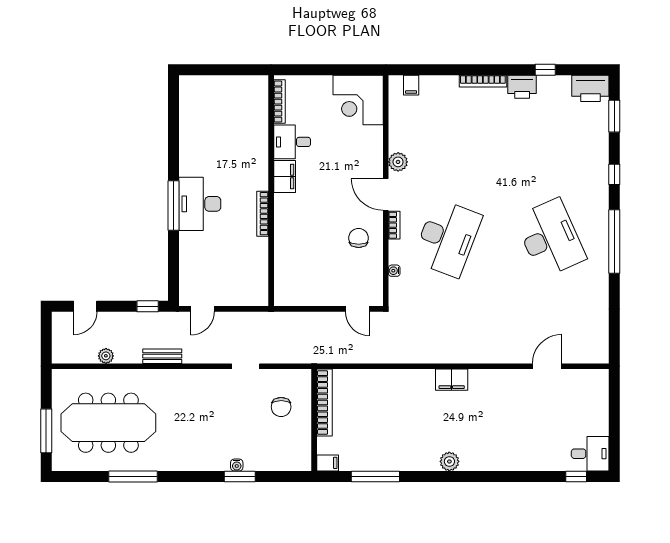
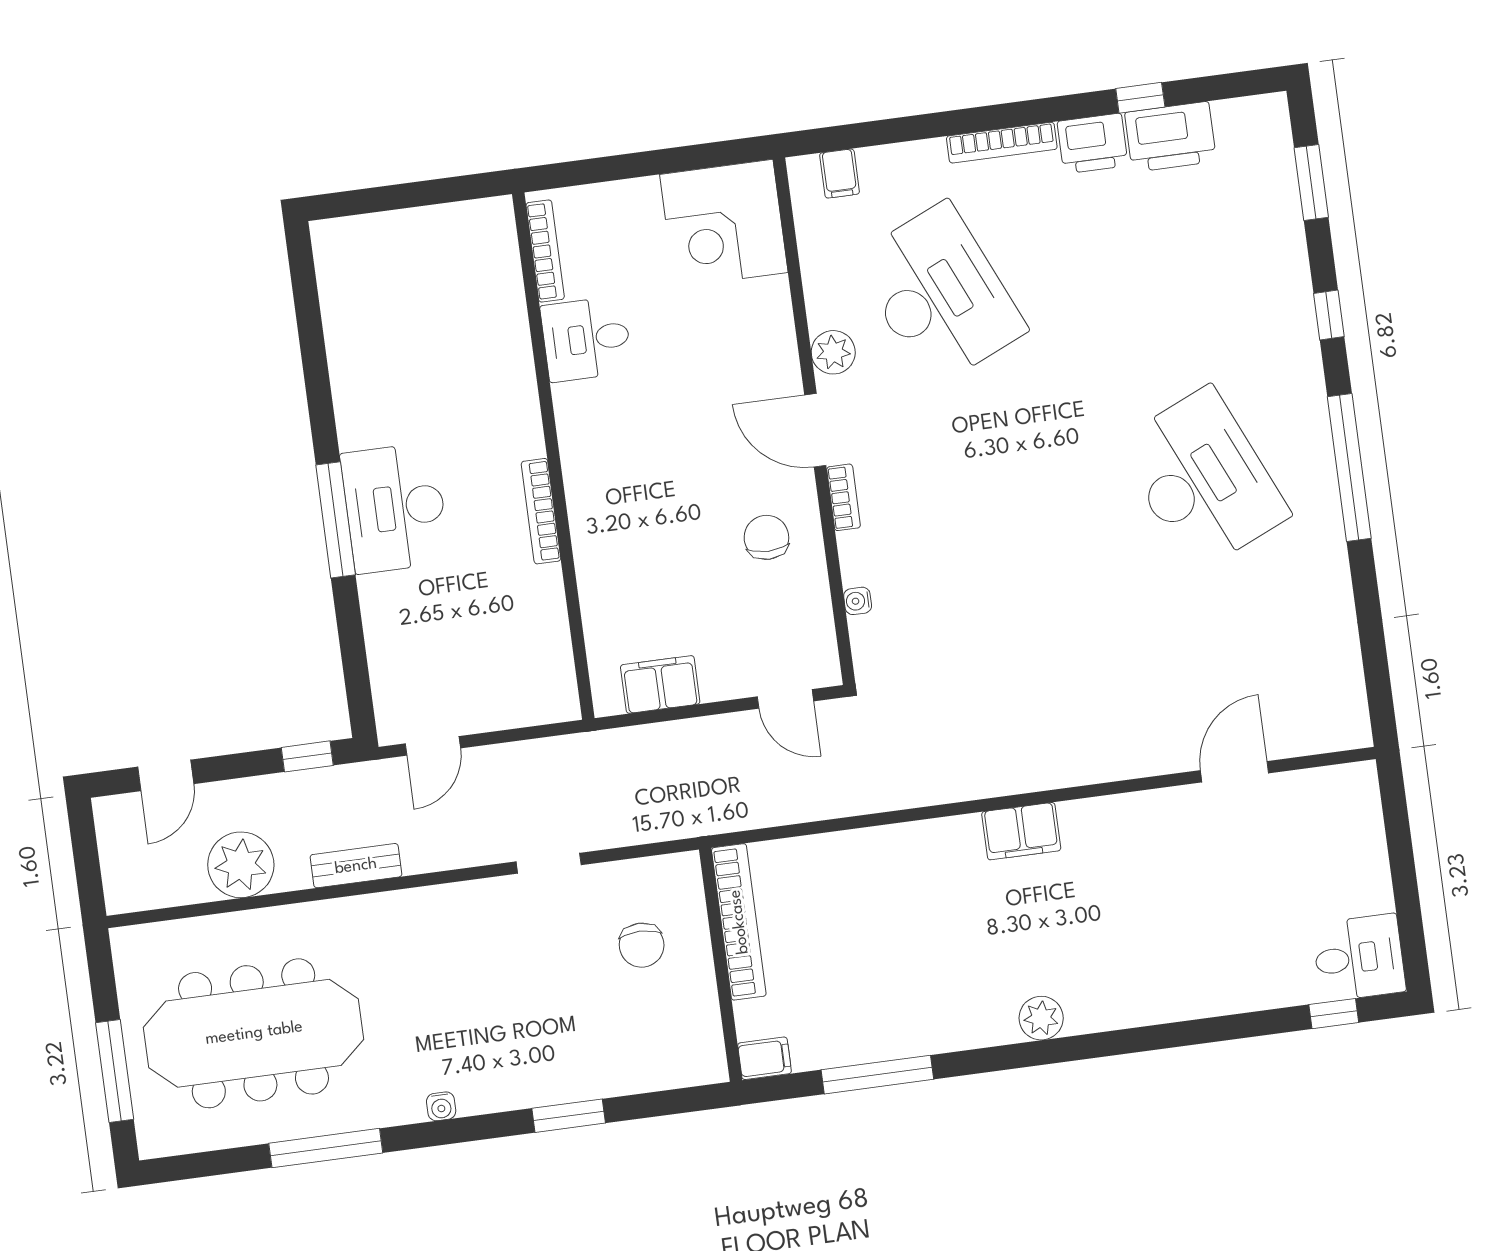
printer: (590, 88) -> (1170, 137), moved
filing cabinet: (285, 176) -> (660, 684), moved, turned -90
desk: (447, 238) -> (939, 295), moved, turned -45
plant: (106, 356) -> (241, 865), width x1.88, depth x1.88
water cooler: (237, 465) -> (441, 1106), moved

